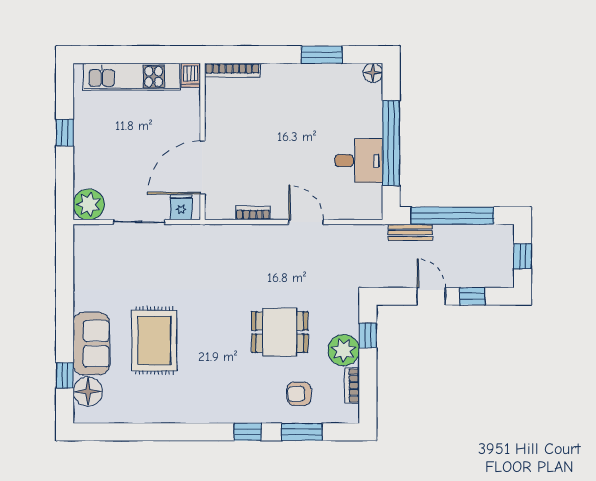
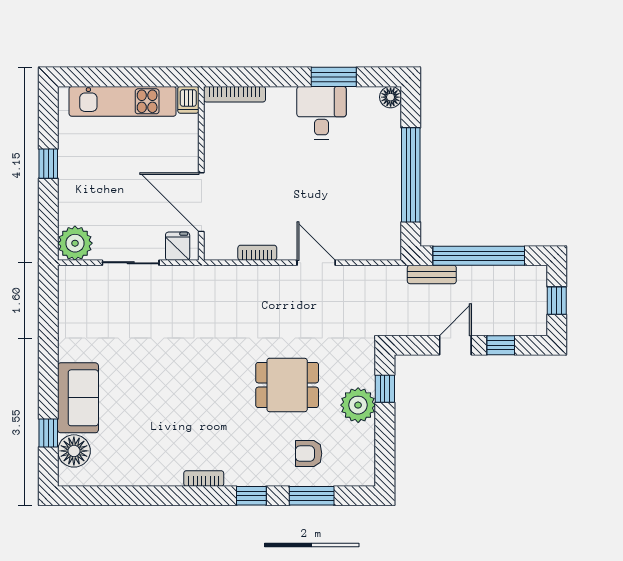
desk: (359, 161) -> (322, 113), moved, turned -90
door: (202, 167) -> (201, 202), hinge flipped
door: (431, 296) -> (455, 345), hinge flipped
rug: (154, 340) -> (148, 394), removed
bookcase: (352, 385) -> (204, 478), moved, turned 90

